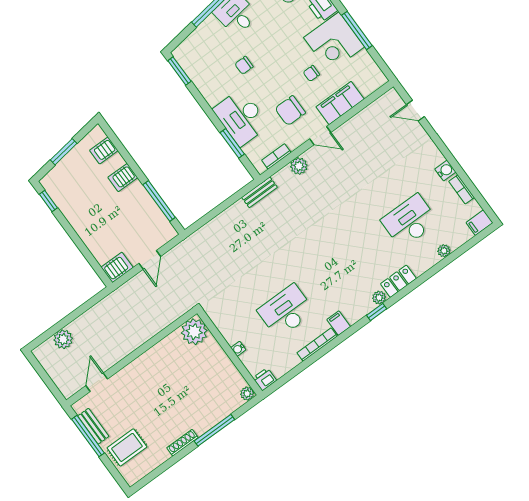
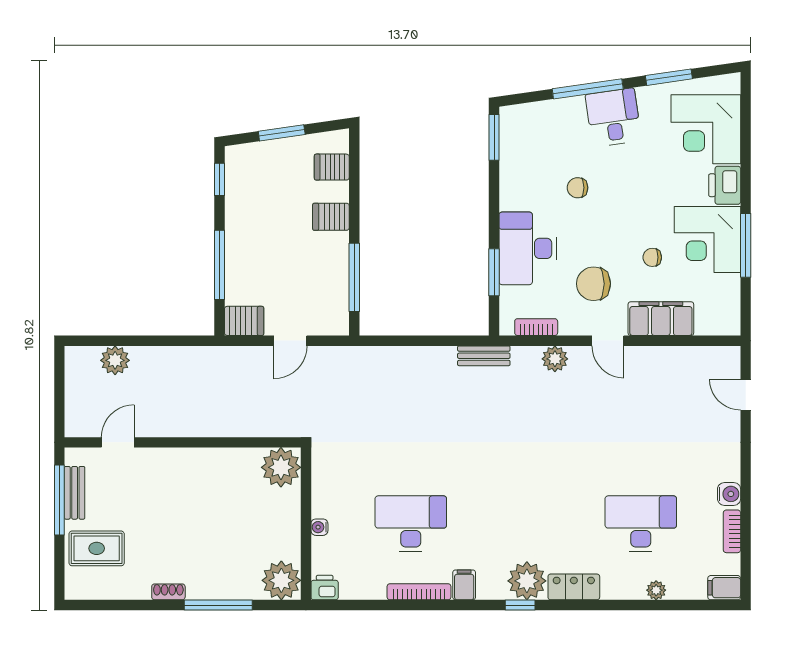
window: (82, 247) -> (220, 265), added
plant: (379, 298) -> (527, 581), width x1.87, depth x1.87
plant: (247, 394) -> (281, 580), width x1.87, depth x1.87
shoe rack: (183, 443) -> (168, 592), width x0.70

